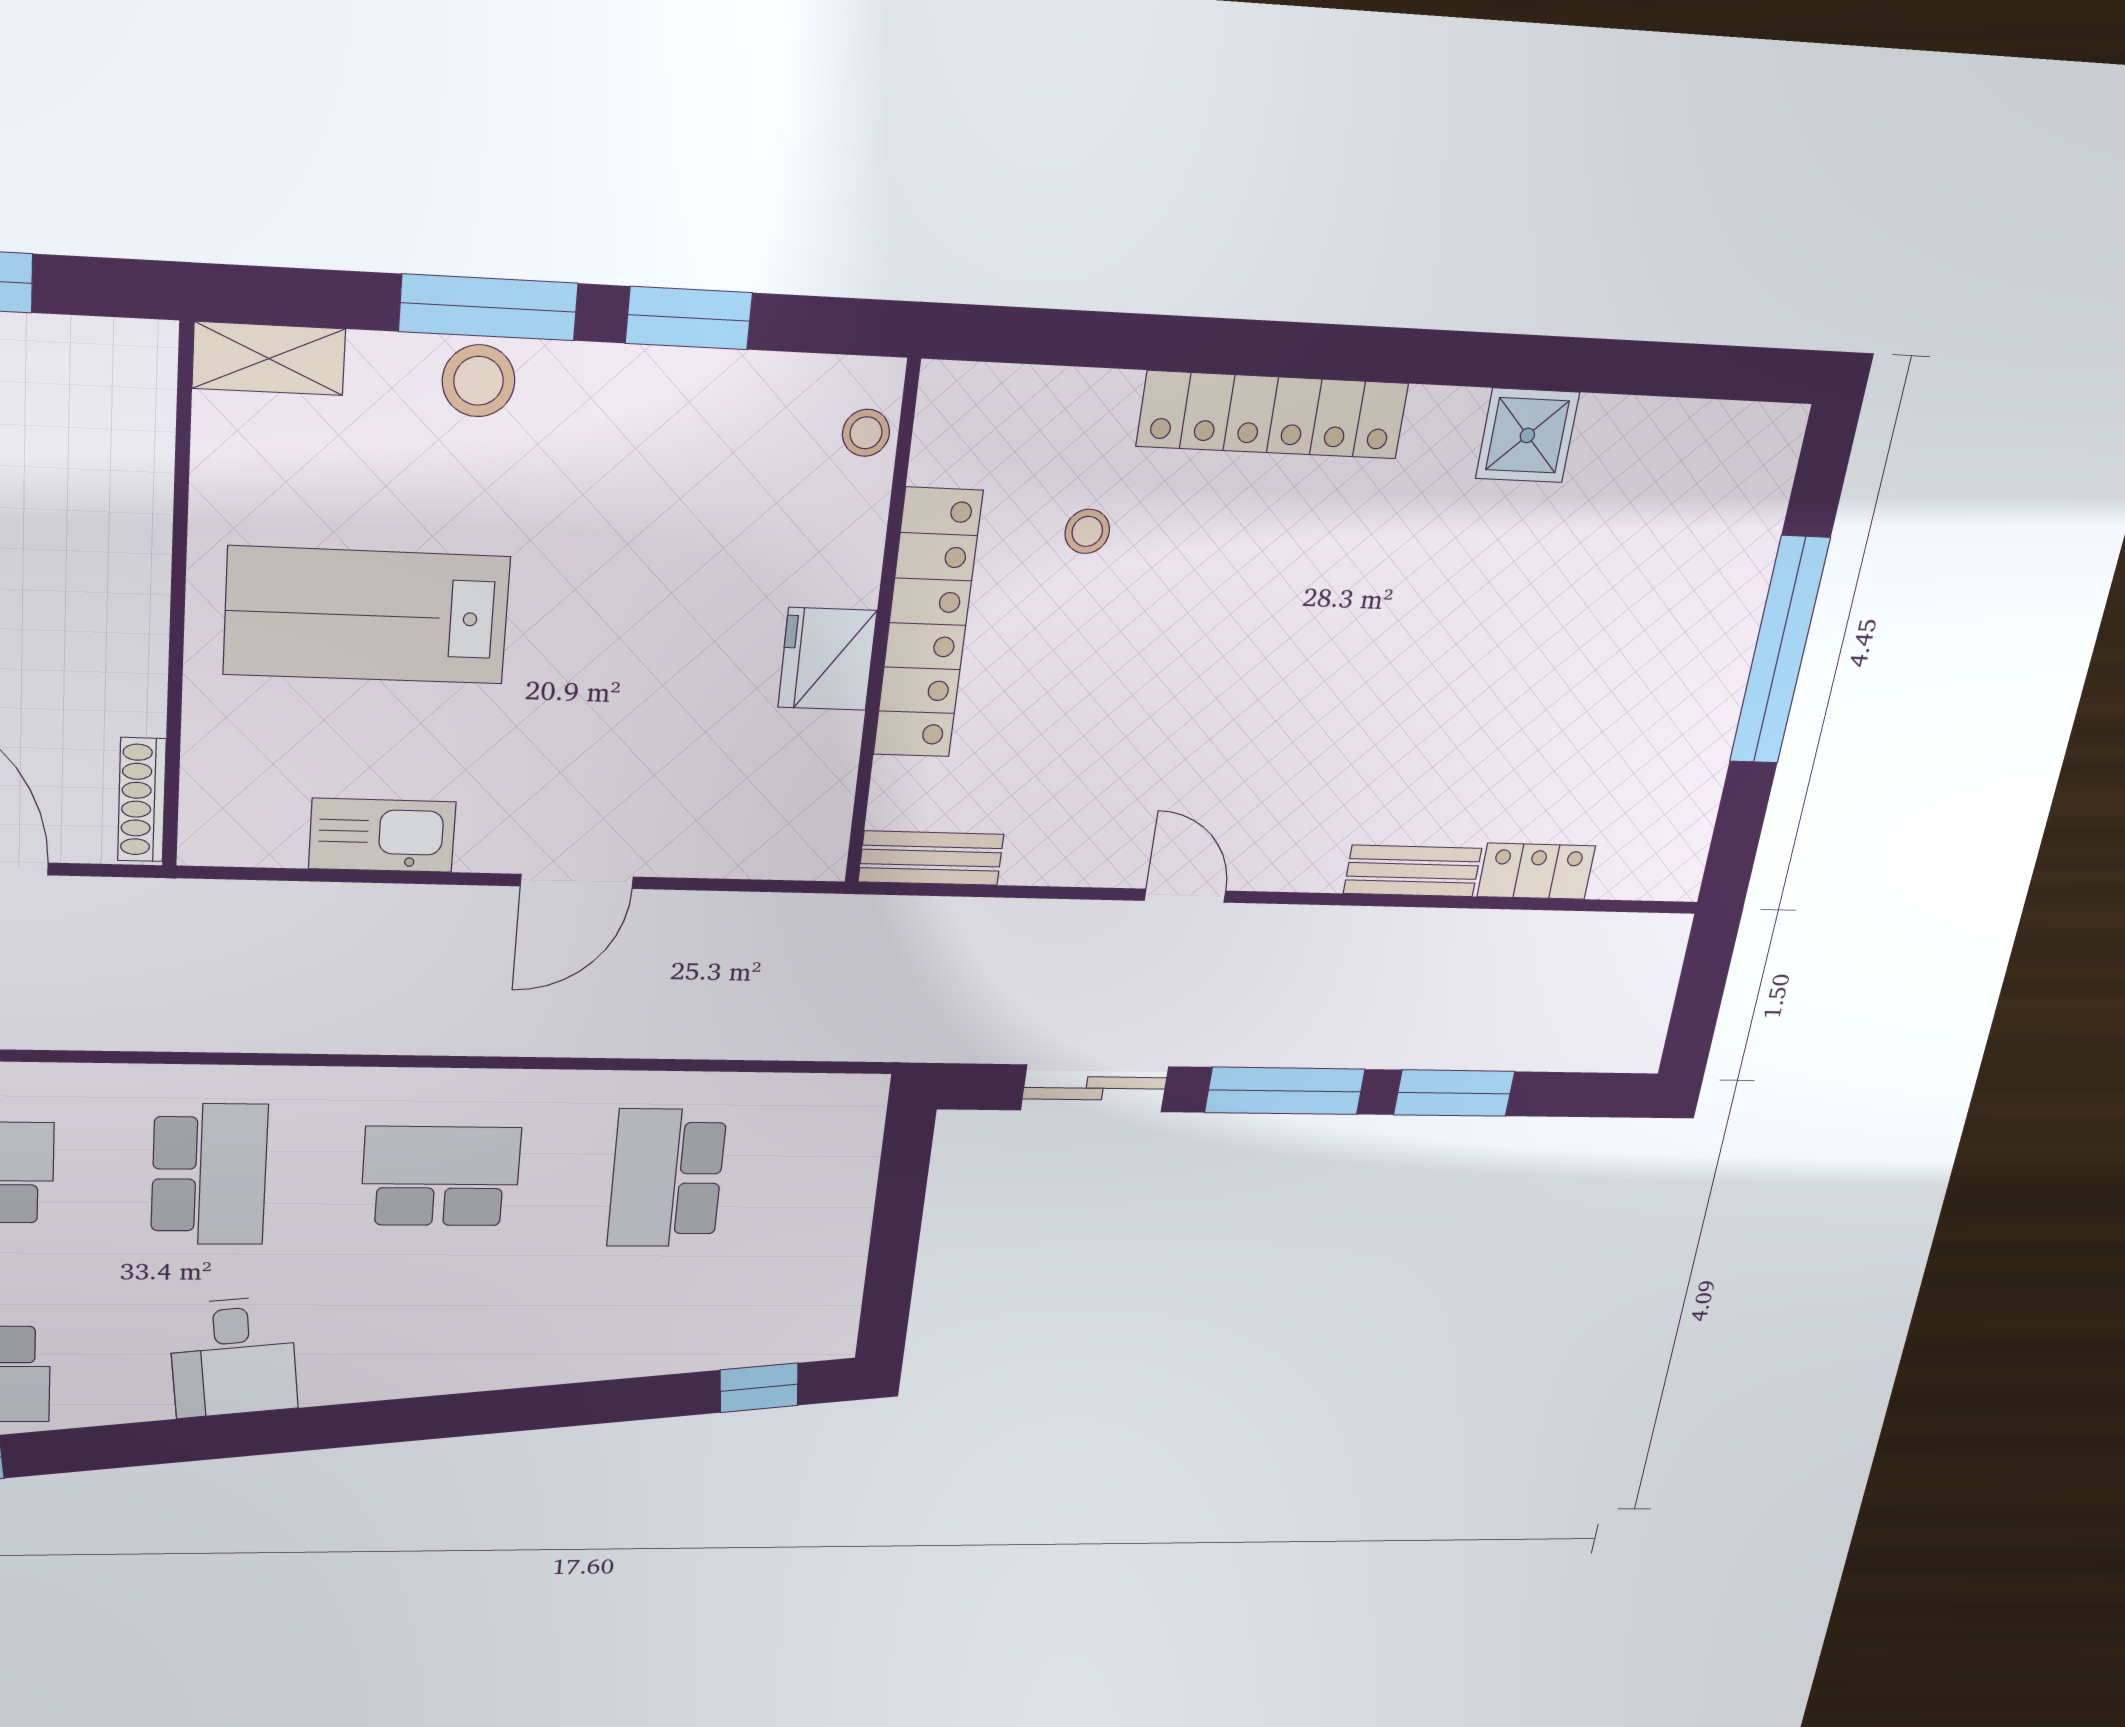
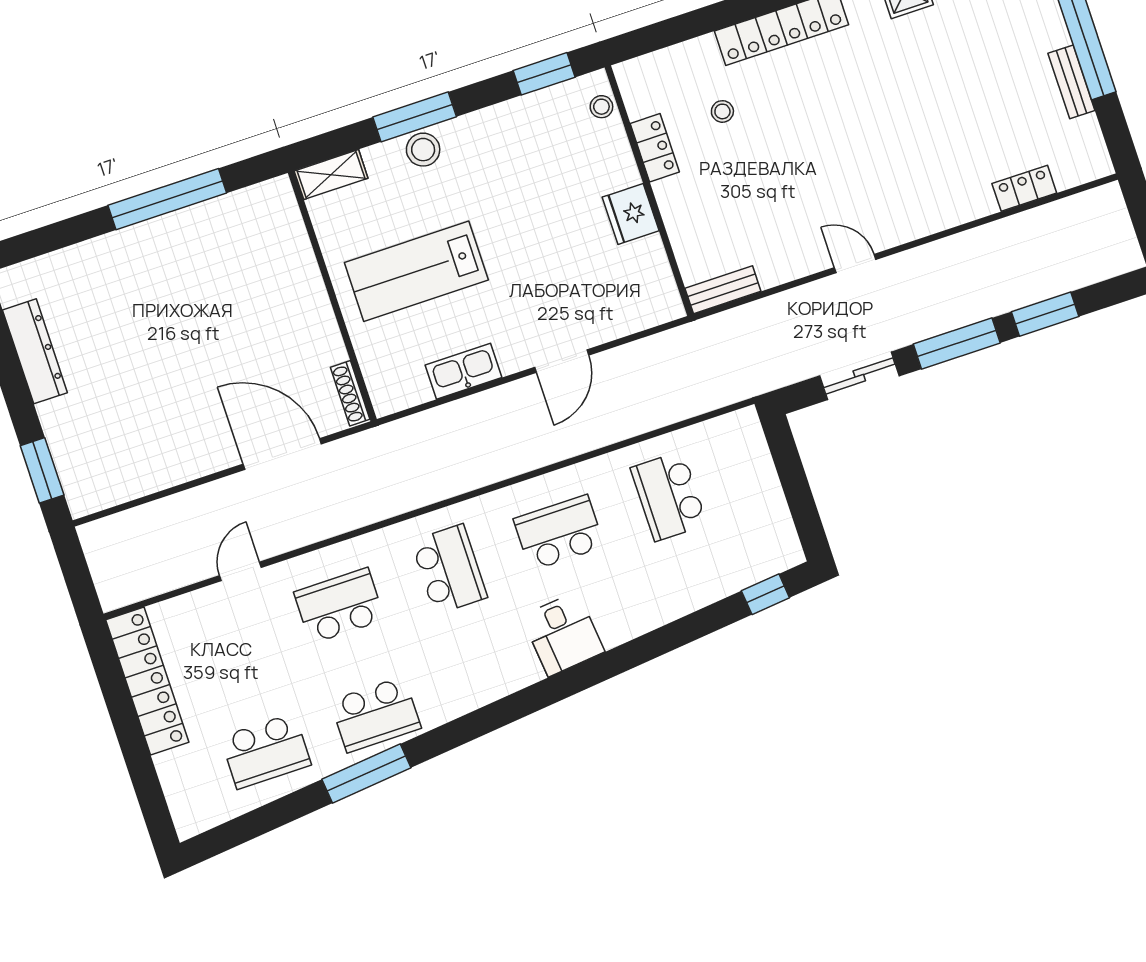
window: (689, 318) -> (544, 74), moved
locker: (928, 624) -> (655, 148), width x0.46, depth x0.83
bench: (1413, 871) -> (1071, 82), moved, turned 90
desk: (233, 1357) -> (563, 634), moved

